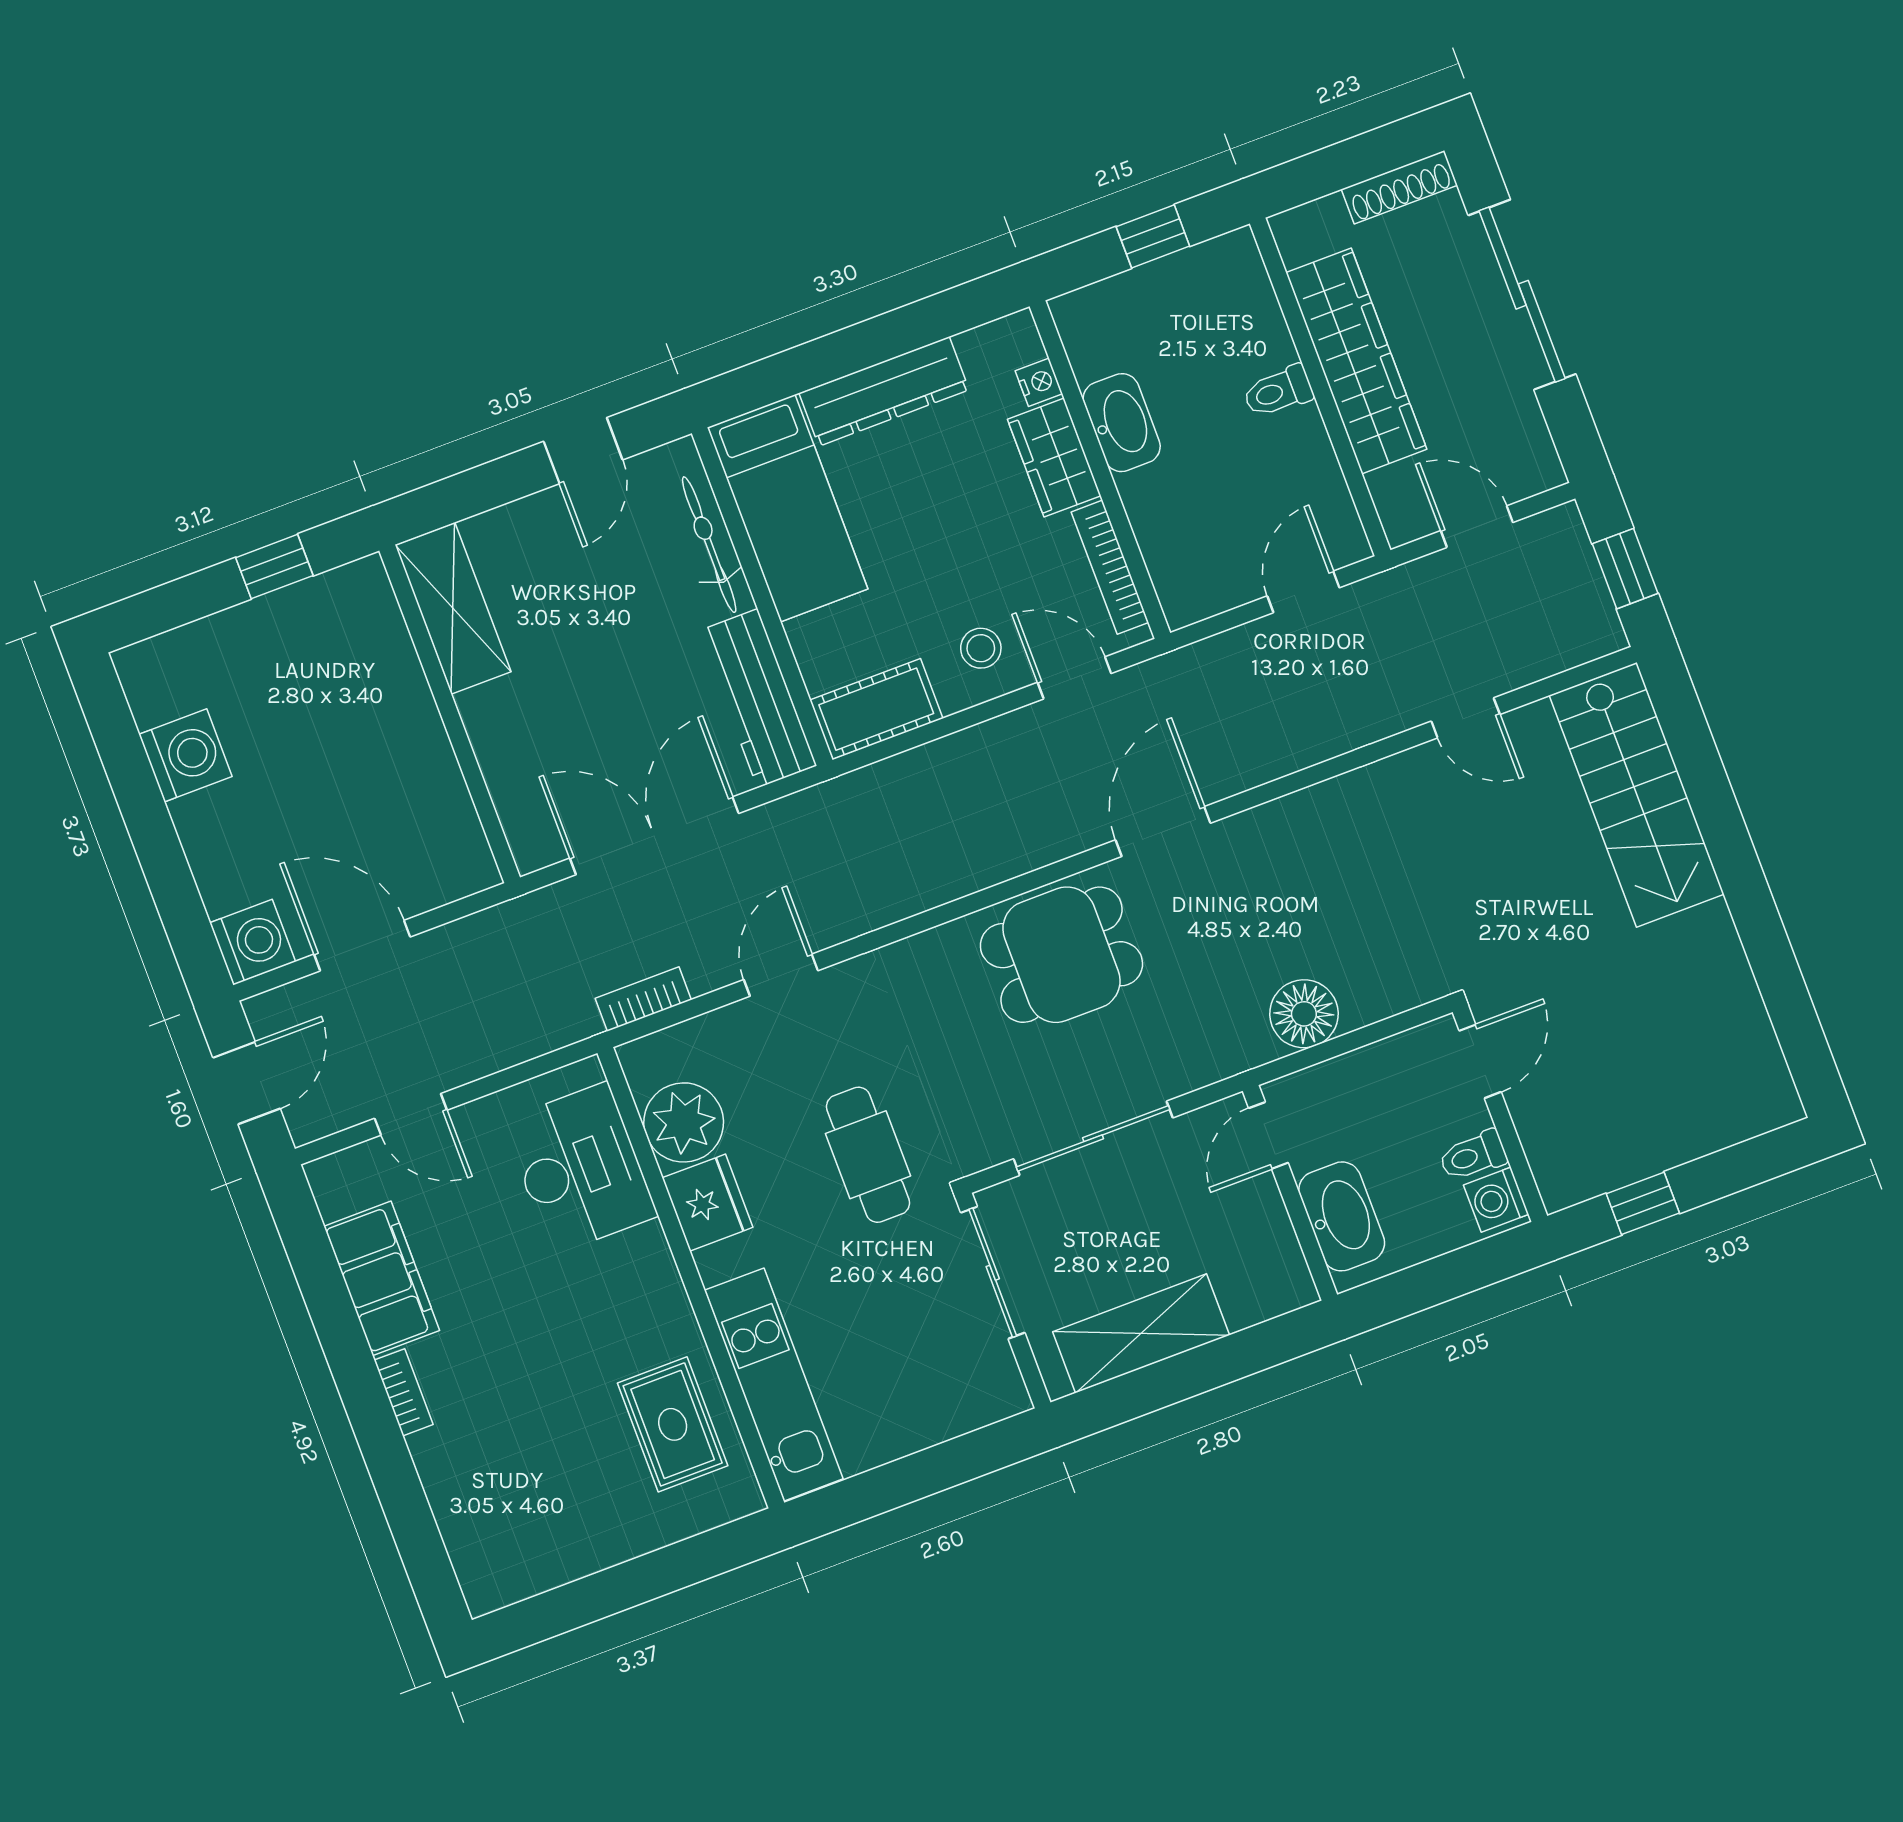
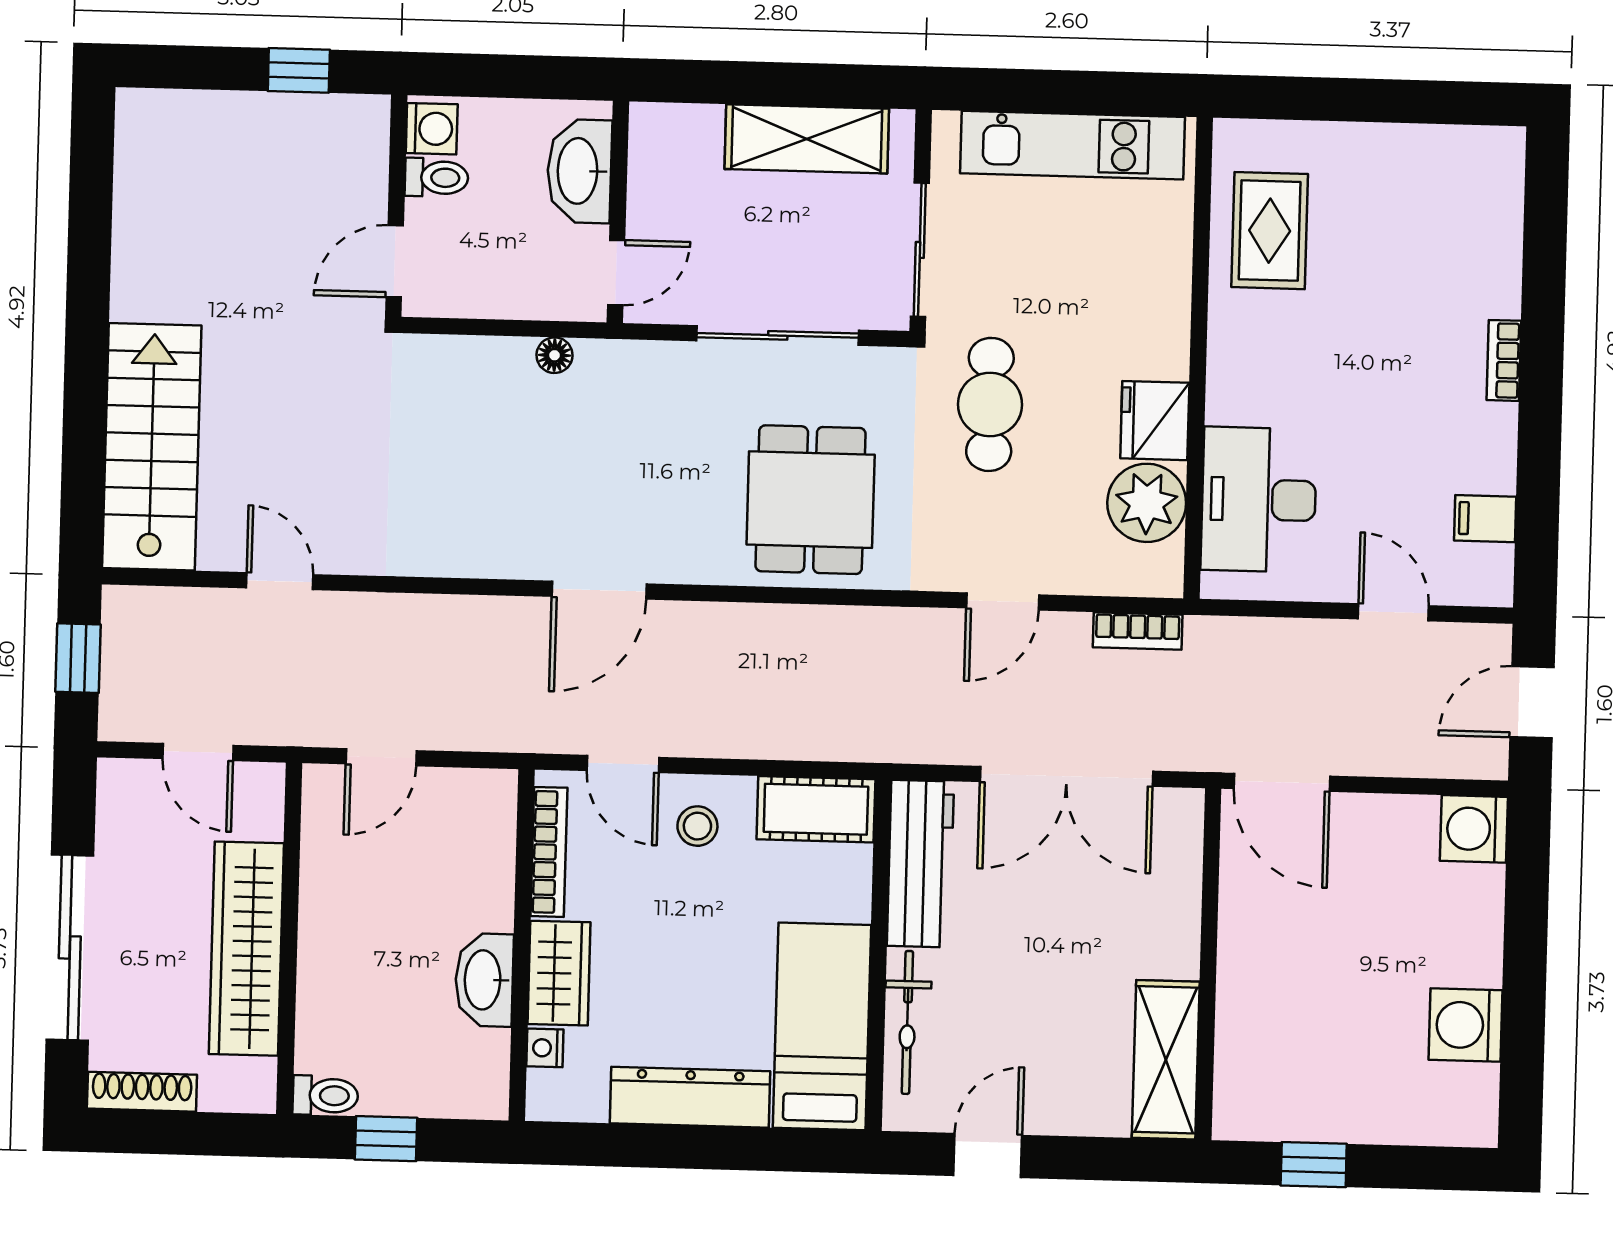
toilet: (1278, 391) -> (325, 1096), moved
door: (362, 946) -> (1282, 782), moved
dining table: (1061, 955) -> (811, 500), moved, turned 90
floor lamp: (1304, 1014) -> (554, 355), width x0.53, depth x0.53
filing cabinet: (382, 1278) -> (1485, 519), width x0.33, depth x0.86
kitchen unit: (774, 1385) -> (1073, 145), moved, turned -90

